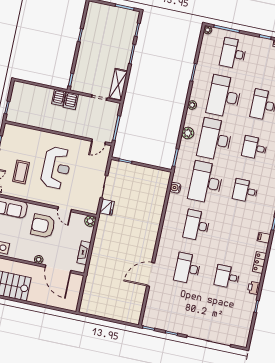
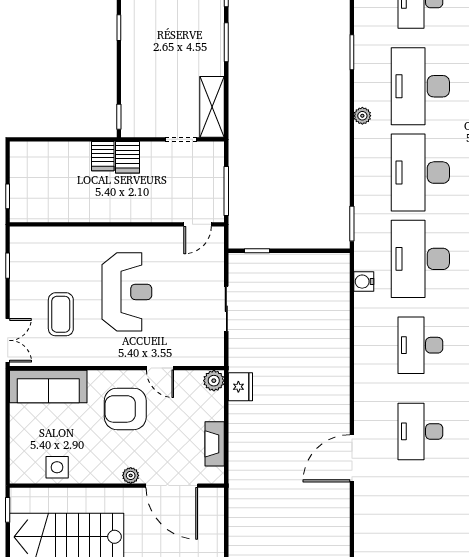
plant: (188, 133) -> (365, 171), removed
fridge: (107, 207) -> (240, 387), moved

